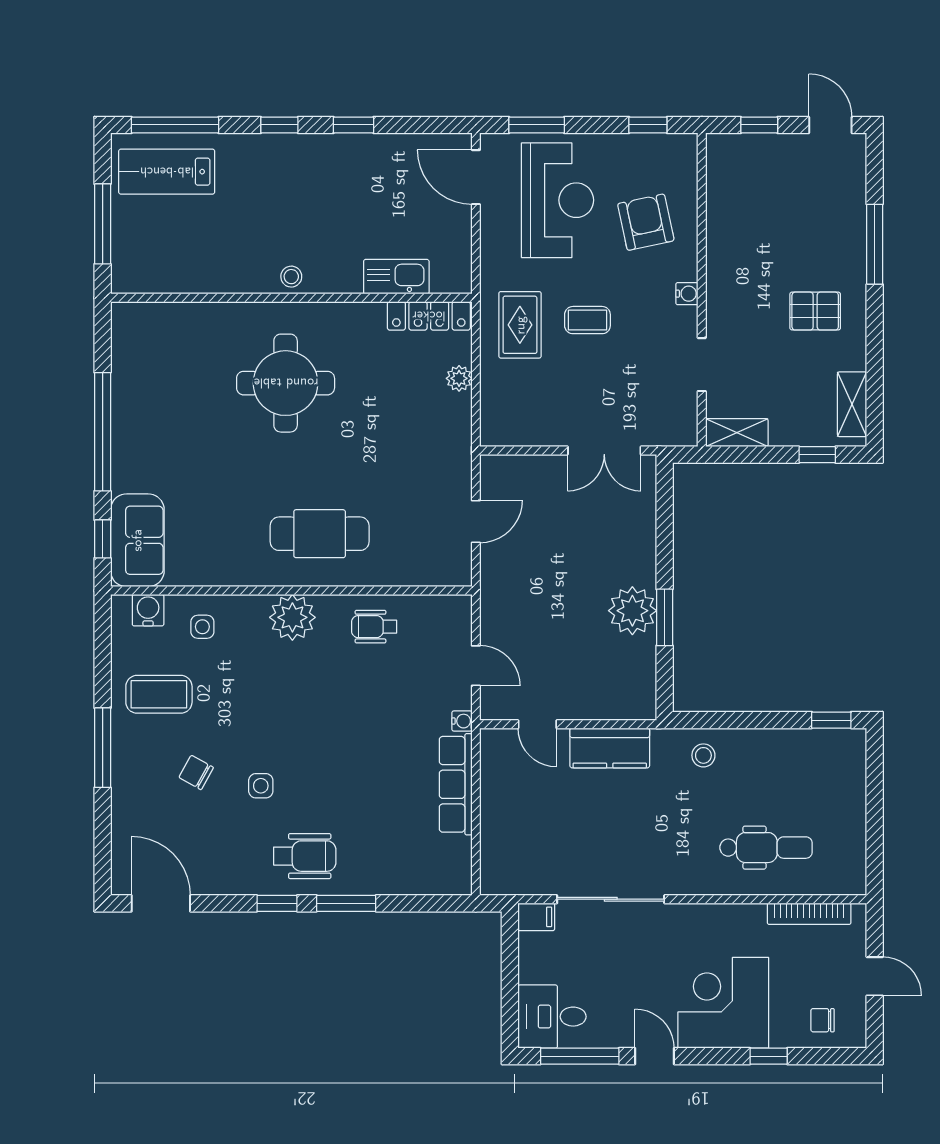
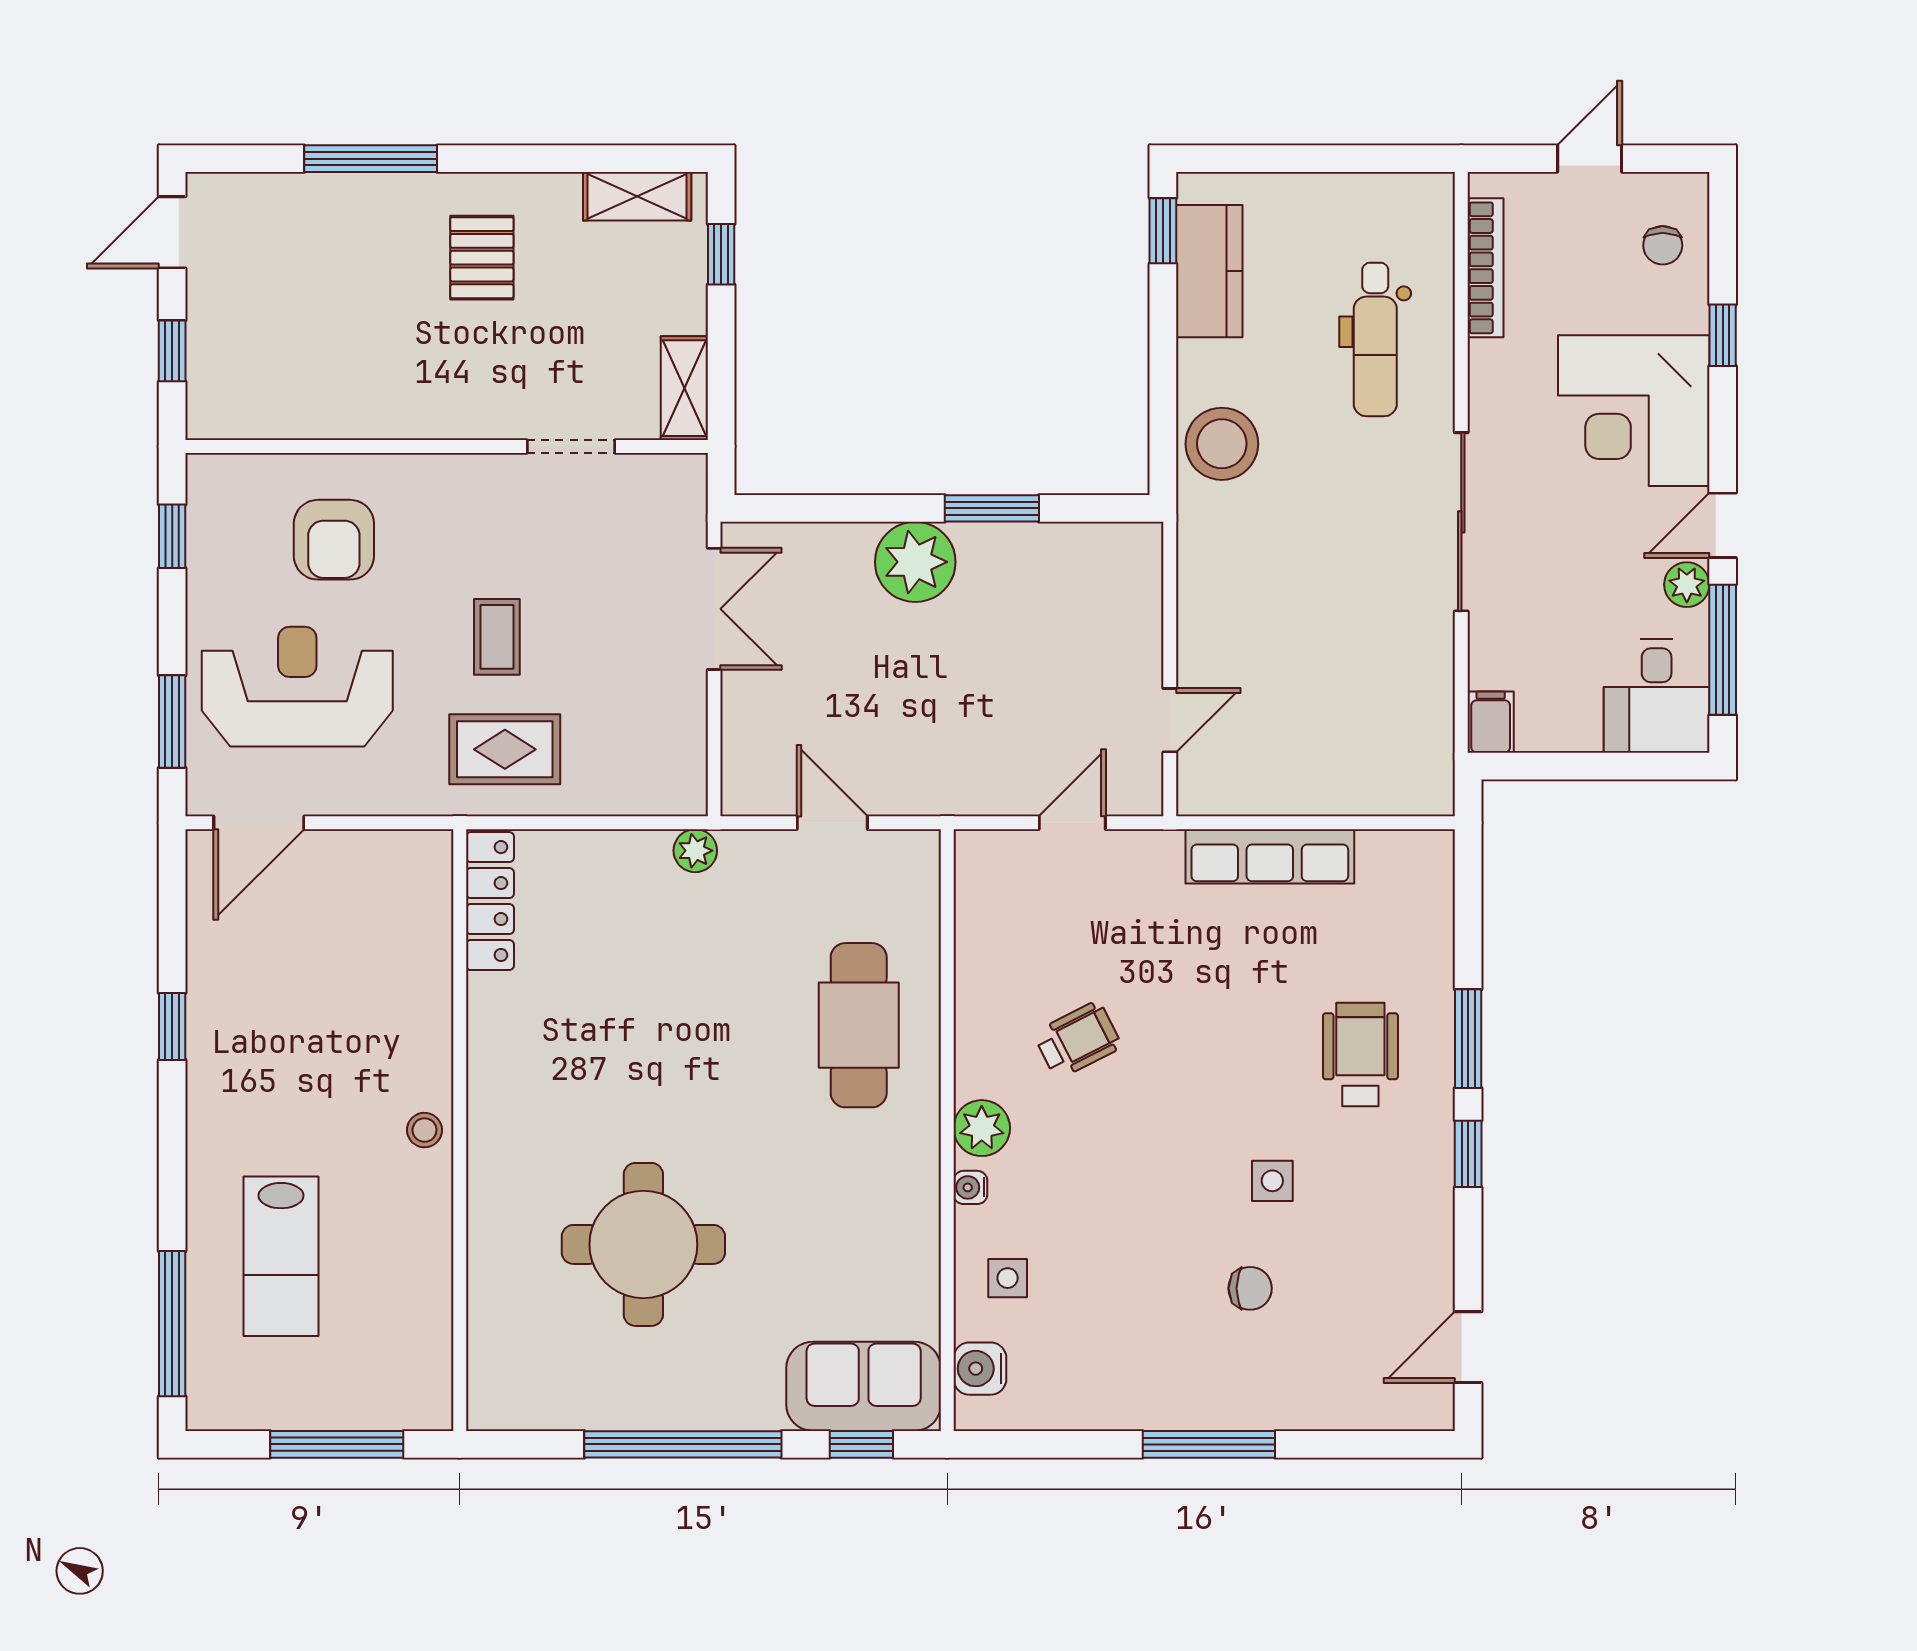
window: (279, 125) -> (172, 1150), removed
lab bench: (167, 172) -> (281, 1256), moved
armchair: (646, 222) -> (334, 540), turned -78
kitchen sink: (396, 277) -> (425, 955), removed
water cooler: (687, 294) -> (453, 471), removed
plant: (459, 378) -> (695, 851), moved
round table: (286, 383) -> (643, 1244), moved
cafe table: (320, 534) -> (859, 1025), moved
plant: (632, 611) -> (915, 562), moved
plant: (292, 617) -> (982, 1128), width x0.73, depth x0.73
wheelchair: (374, 627) -> (1078, 1040), moved, turned -117
coffee table: (159, 694) -> (1120, 1350), removed
water cooler: (462, 721) -> (970, 1187), moved, turned -90
kitchen counter: (610, 748) -> (1209, 271), moved
stool: (703, 755) -> (1222, 444), width x1.89, depth x1.89
chair: (196, 772) -> (1250, 1288), turned -119
dental chair: (766, 848) -> (1375, 339), turned 180
wheelchair: (305, 856) -> (1360, 1055), moved
sliding door: (611, 899) -> (1461, 522), moved
door: (161, 903) -> (1468, 1347), width x0.73
plant: (619, 1035) -> (1687, 585), added

